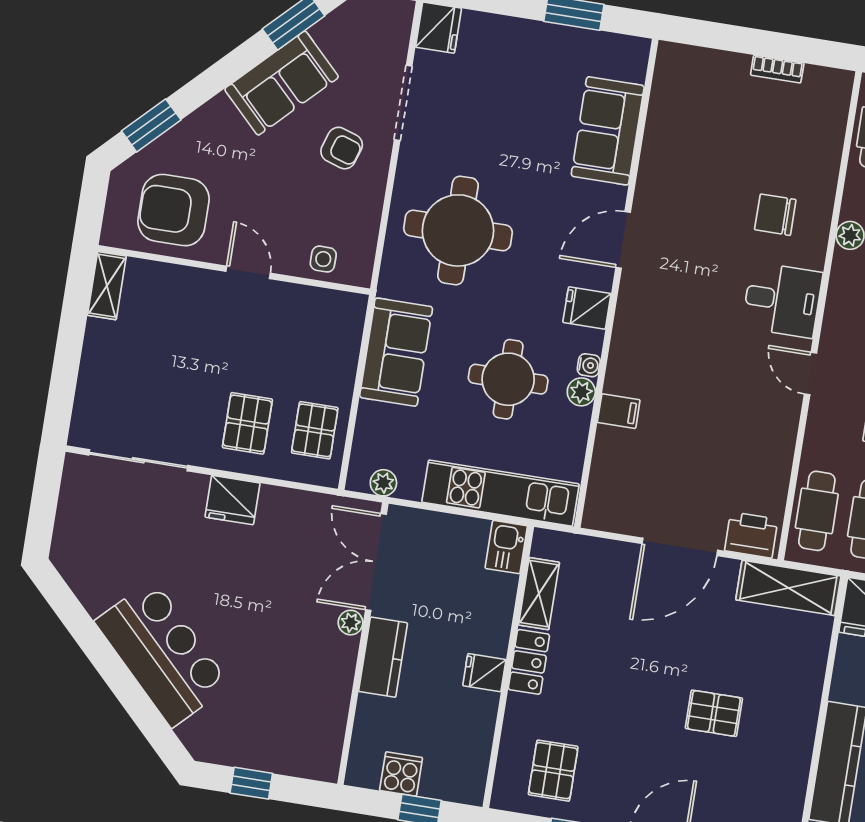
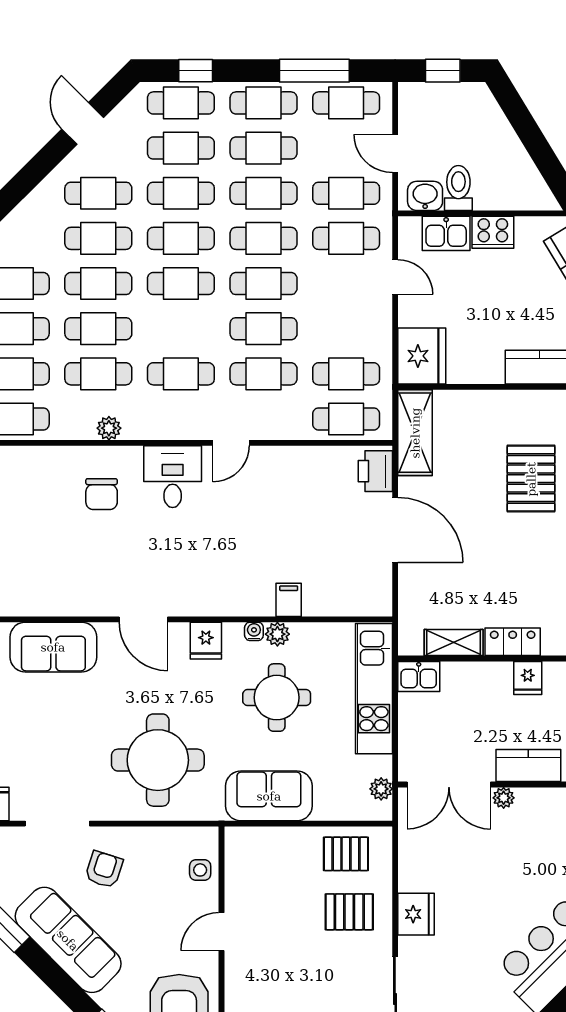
sofa: (282, 83) -> (68, 940), width x1.36
pallet: (714, 713) -> (531, 479), width x1.50, depth x1.42

